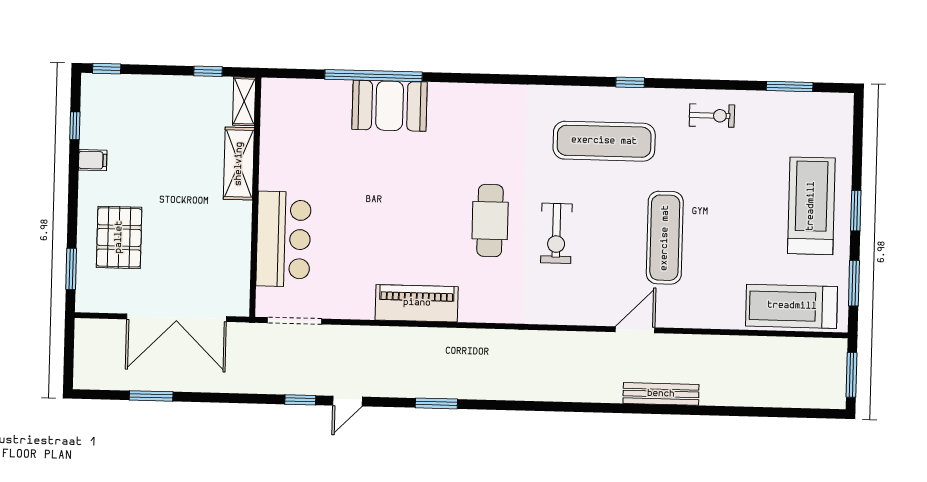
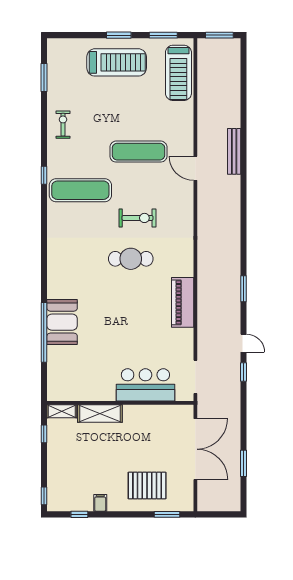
exercise mat: (604, 141) -> (80, 190), turned 90
treadmill: (811, 206) -> (117, 62), turned 180

